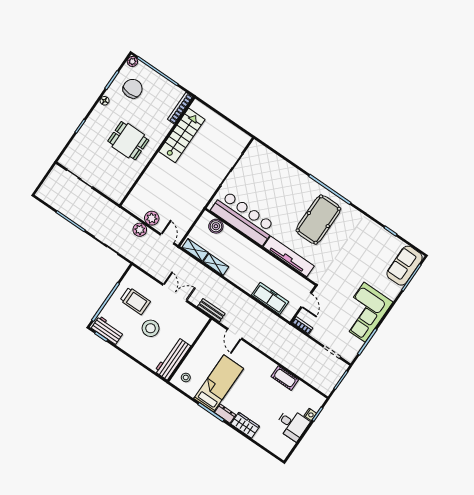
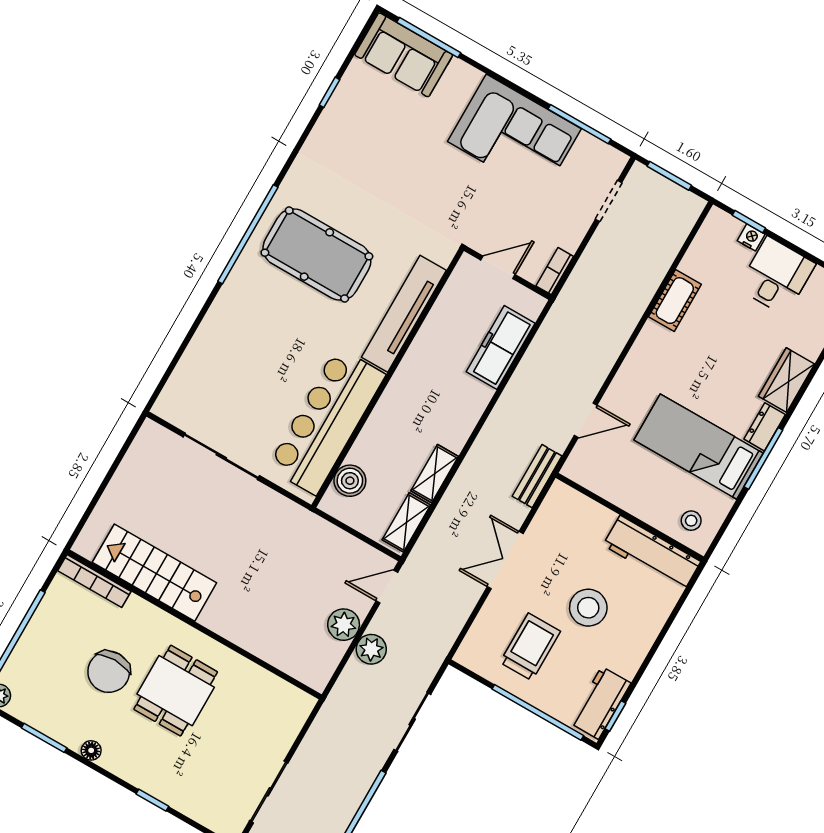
chair: (133, 89) -> (109, 672), moved, turned -90

